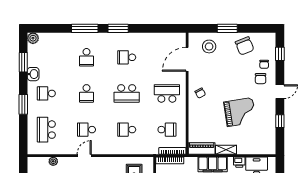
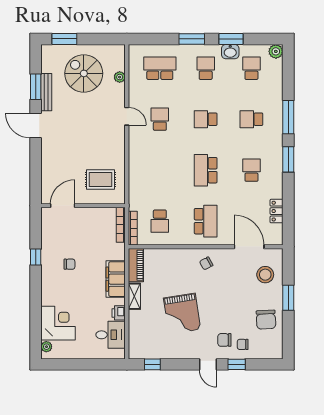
locker: (159, 38) -> (277, 211), added
chair: (245, 46) -> (266, 320), turned -71
window: (280, 54) -> (237, 364), moved
window: (23, 62) -> (231, 39), moved
window: (280, 121) -> (152, 364), moved
school desk: (127, 130) -> (251, 68), moved

